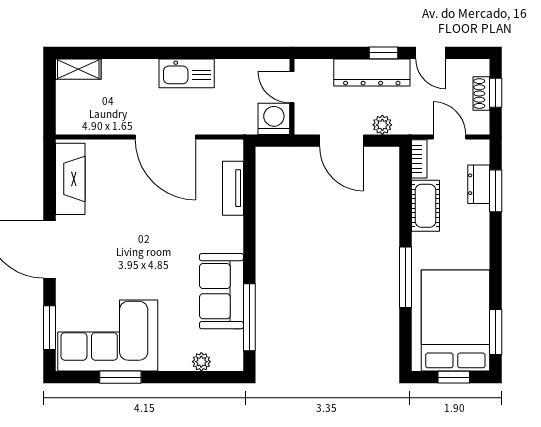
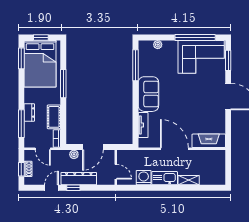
door: (430, 53) -> (52, 188), hinge flipped
shelving: (78, 69) -> (189, 180), moved
washing machine: (274, 119) -> (144, 178), moved, turned 180
door: (342, 141) -> (93, 147), swing flipped
fireplace: (70, 179) -> (209, 141), moved, turned 90
dresser: (479, 184) -> (29, 112), moved
window: (496, 191) -> (21, 124), width x1.44
sofa: (221, 291) -> (148, 94), moved
window: (120, 377) -> (195, 37), width x2.11

